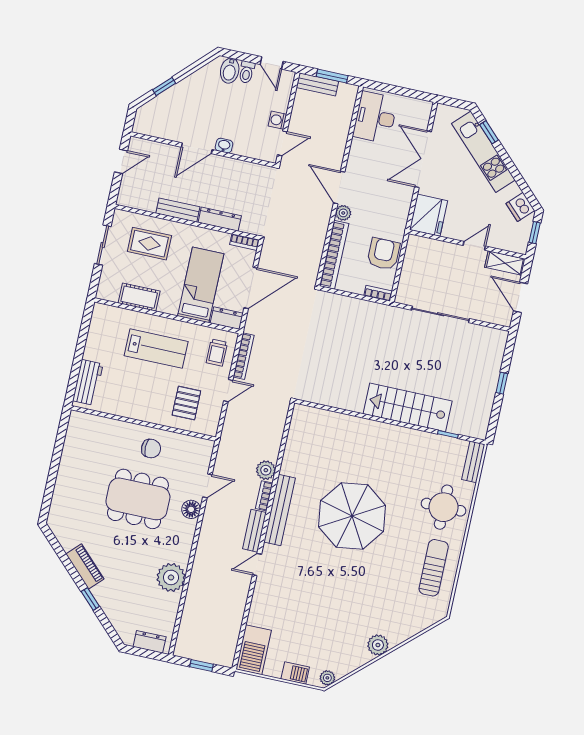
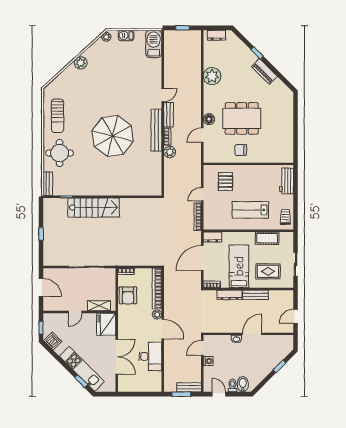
desk: (375, 117) -> (150, 356), moved
shelving: (505, 263) -> (99, 306), moved
bed: (201, 285) -> (239, 266), moved, turned 180
trolley: (217, 353) -> (285, 217), moved

